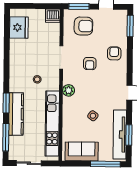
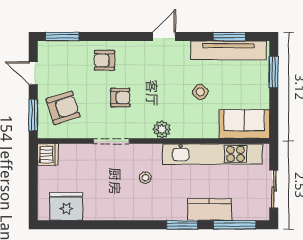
armchair: (83, 26) -> (63, 108), turned 72
kitchen counter: (16, 114) -> (210, 209), width x0.67
sofa: (82, 151) -> (244, 124), moved, turned 90
window: (105, 164) -> (274, 72), width x0.69

